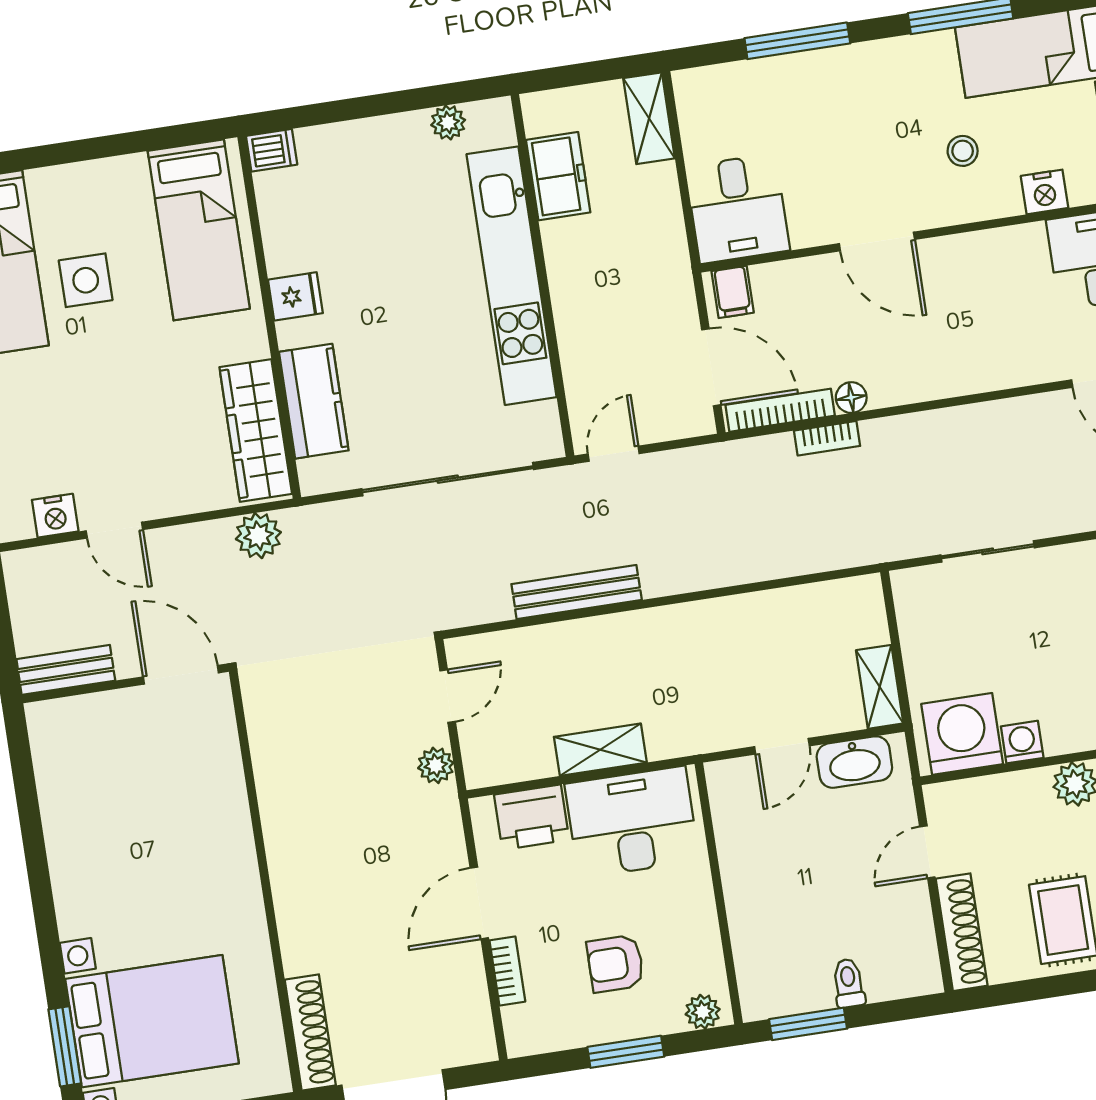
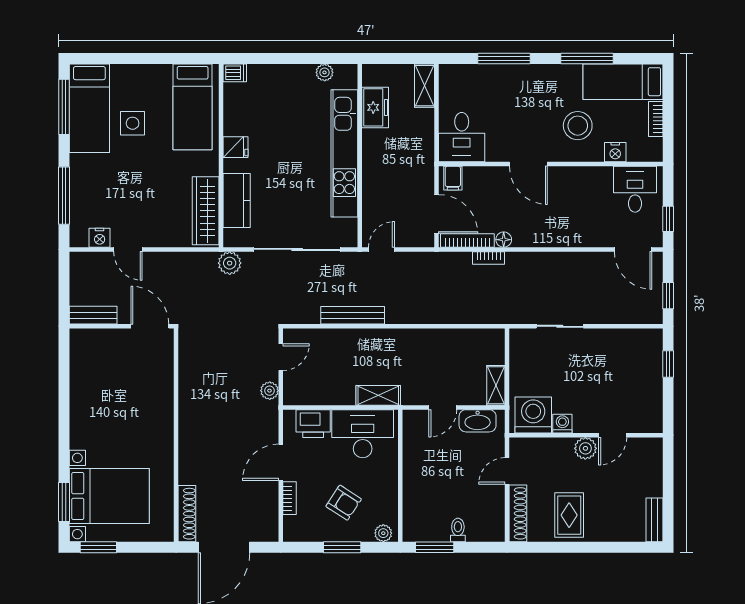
stool: (963, 151) -> (578, 126), width x1.89, depth x1.89
plant: (258, 536) -> (230, 263), moved
shelving: (600, 750) -> (378, 395), moved
armchair: (615, 964) -> (344, 503), turned -147

